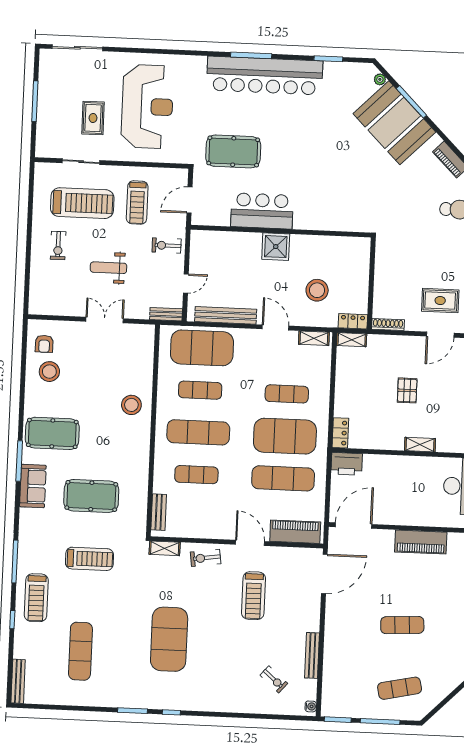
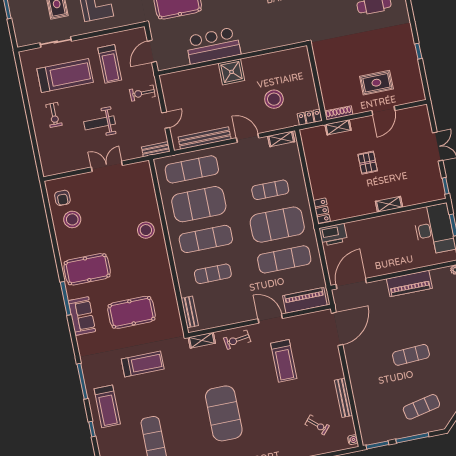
shelving: (352, 340) -> (338, 127), moved
exercise mat: (202, 348) -> (192, 169), width x0.68
exercise mat: (200, 390) -> (199, 204), width x2.00, depth x1.45

